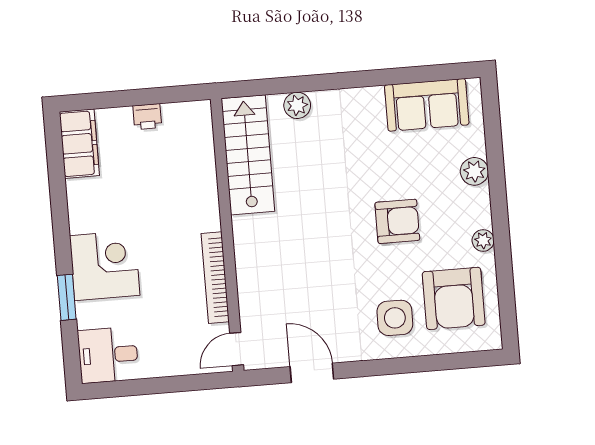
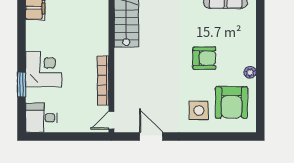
plant: (474, 171) -> (248, 34), removed

